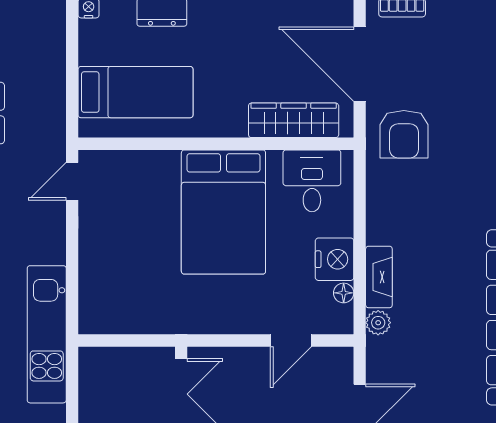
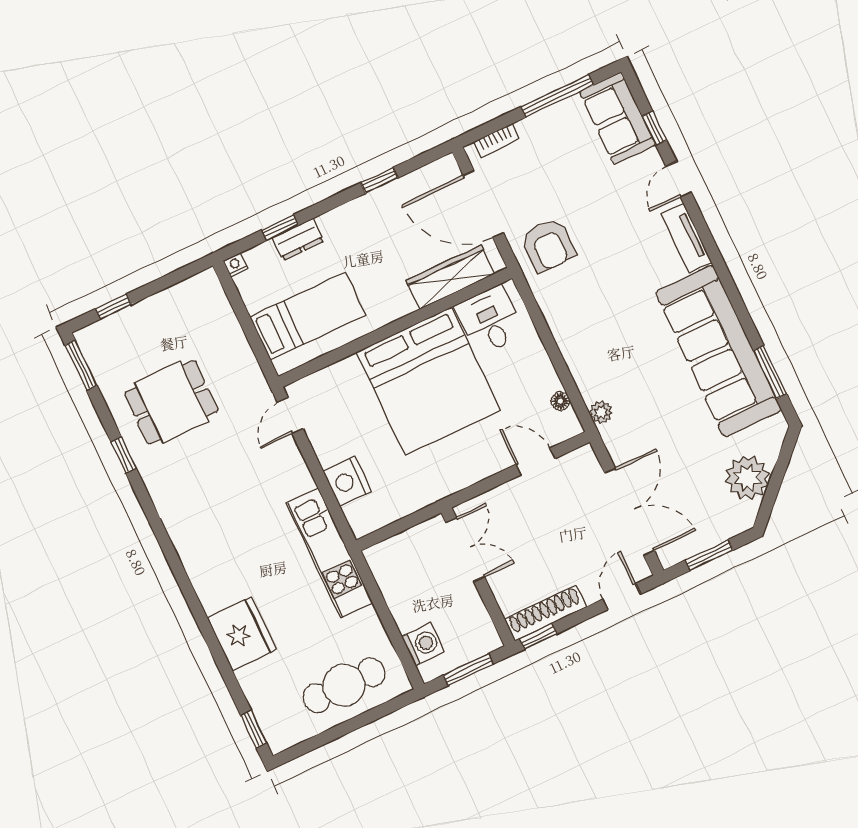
bed: (223, 212) -> (428, 381), width x1.36
nightstand: (335, 259) -> (347, 481), moved, turned 180
fireplace: (379, 277) -> (584, 374), removed
door: (291, 340) -> (535, 462), swing flipped

